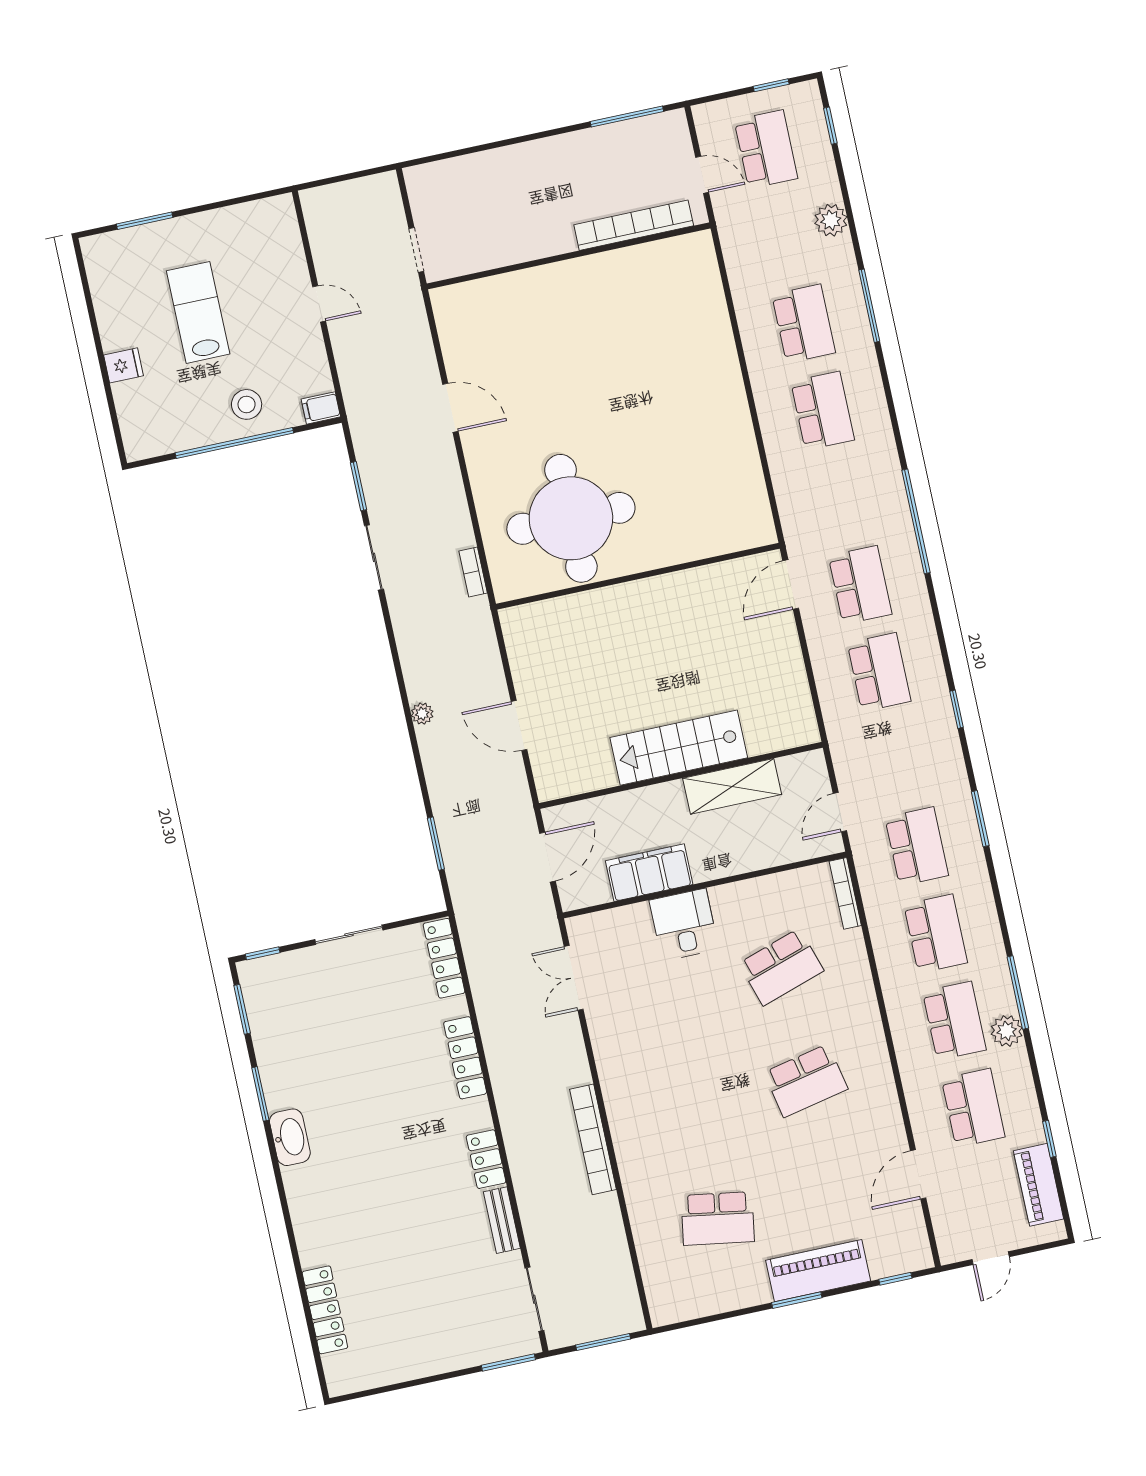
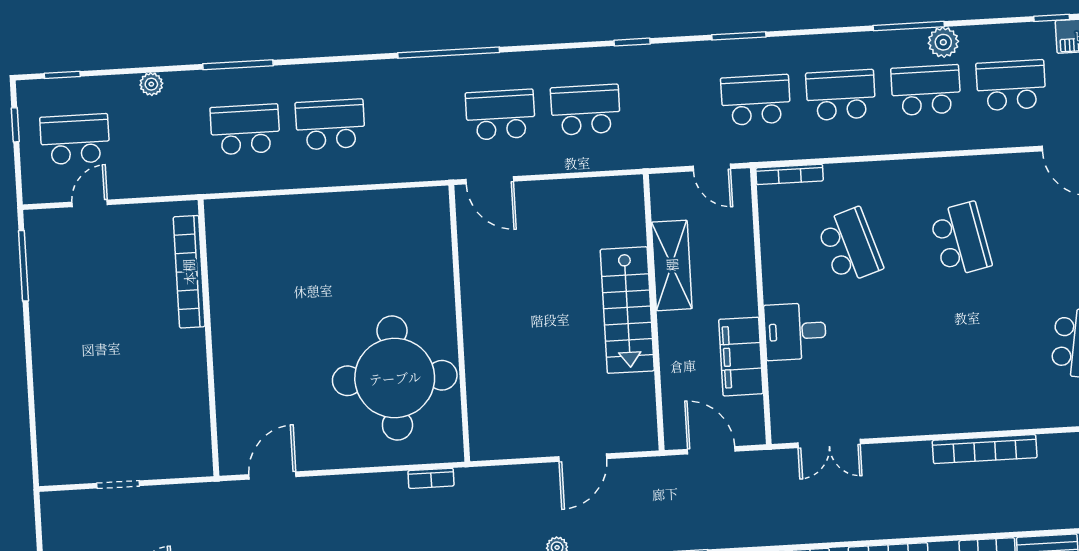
plant: (831, 220) -> (151, 84), width x0.73, depth x0.73
bookcase: (634, 225) -> (189, 272), moved
wall: (569, 256) -> (209, 338), moved

